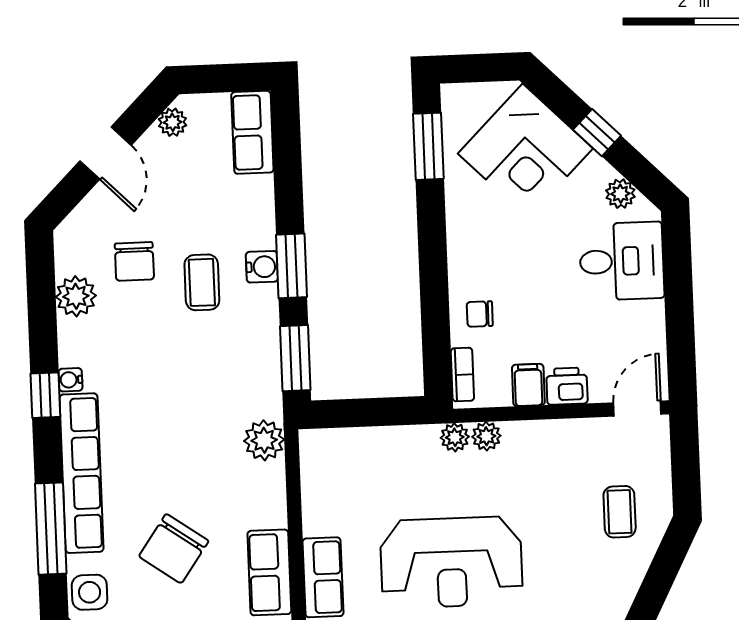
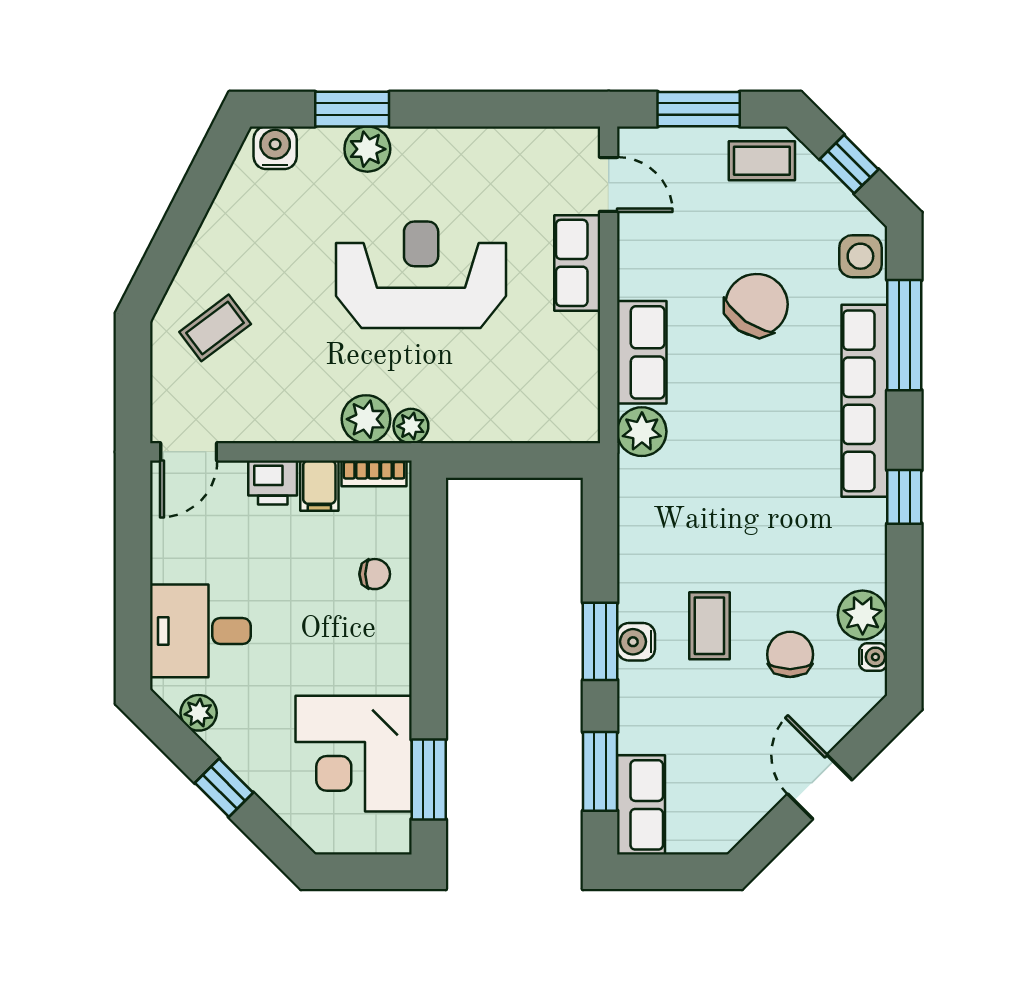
plant: (173, 122) -> (737, 821), removed
corner desk: (525, 151) -> (354, 754), moved, turned -135
window: (295, 358) -> (600, 771), moved
bookcase: (462, 375) -> (374, 473), moved, turned -90
water cooler: (70, 380) -> (873, 657), moved
plant: (486, 436) -> (366, 419), width x1.38, depth x1.38
coffee table: (620, 512) -> (215, 328), turned 53
row of seats: (269, 572) -> (642, 352), moved

